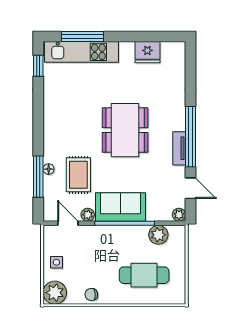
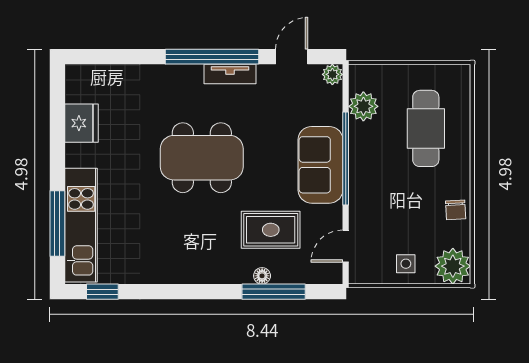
plant: (88, 215) -> (333, 215), removed

